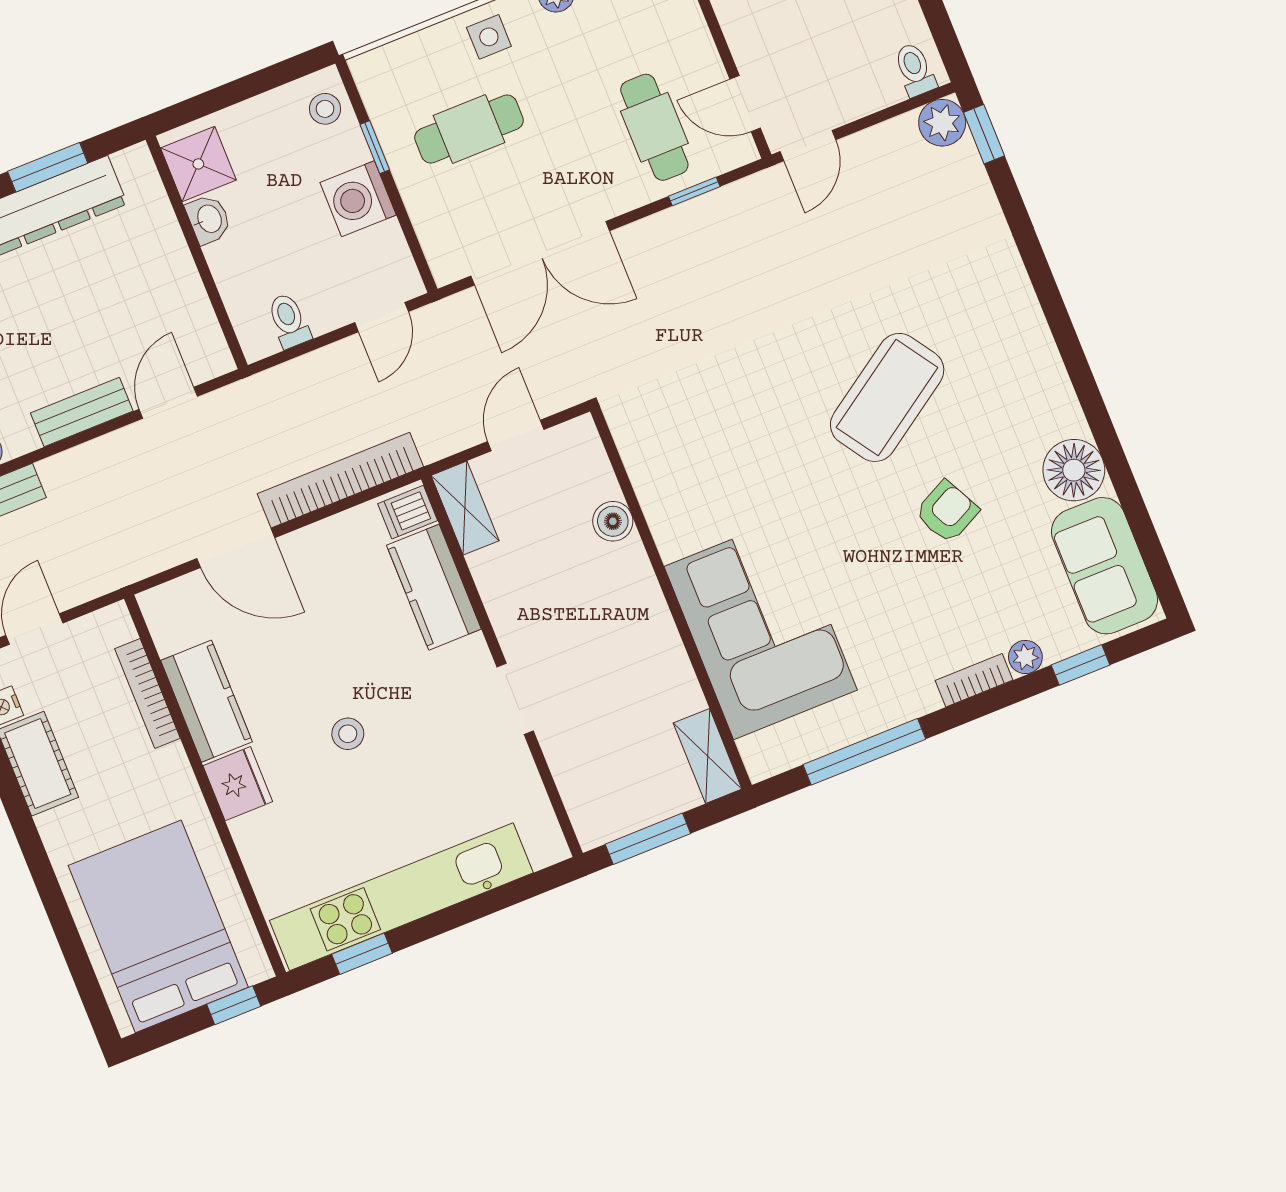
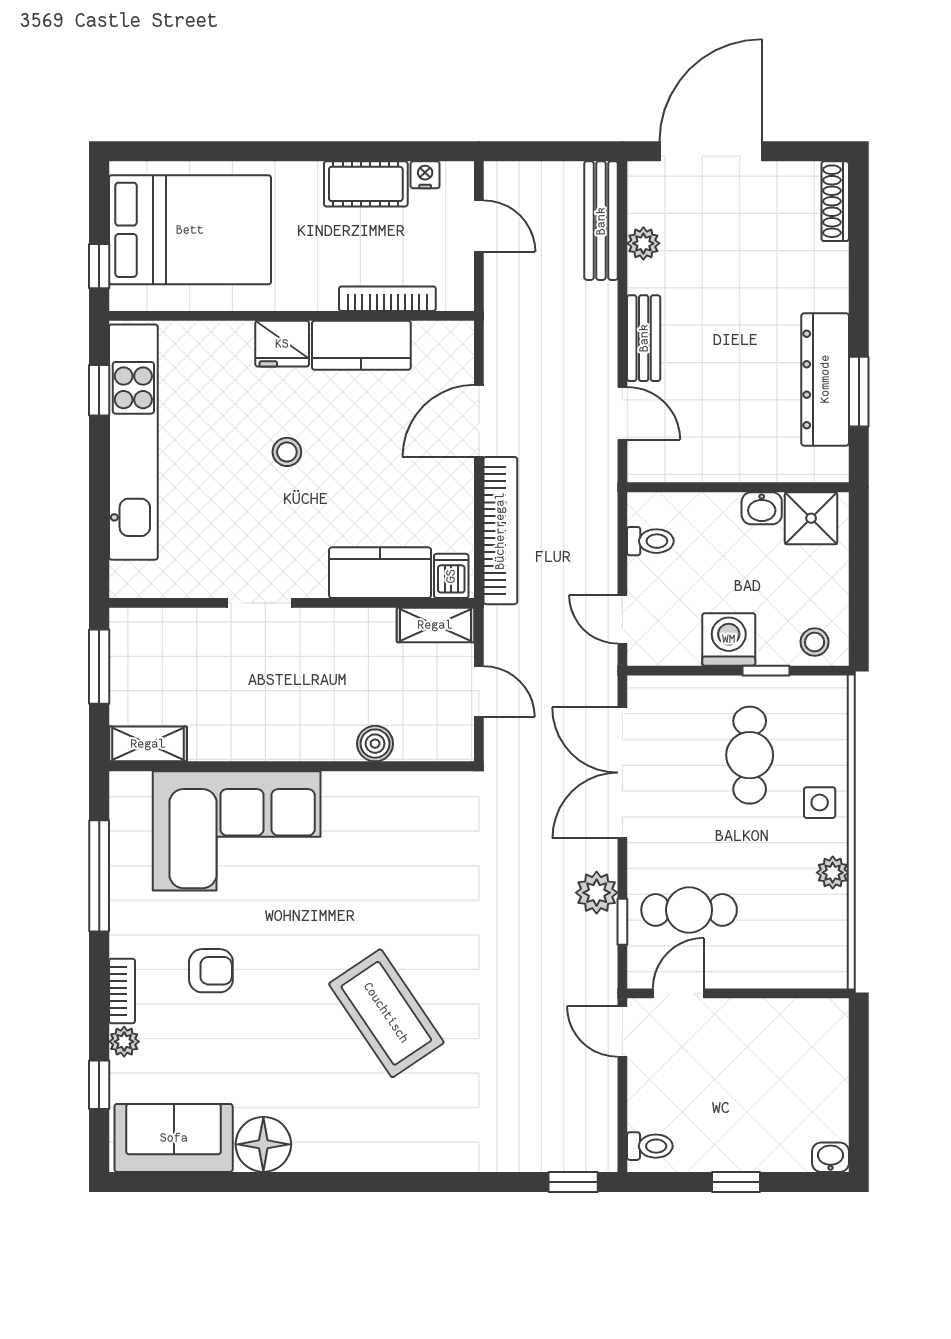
plant: (942, 123) -> (597, 893), moved
armchair: (947, 512) -> (211, 971), moved, turned -63

